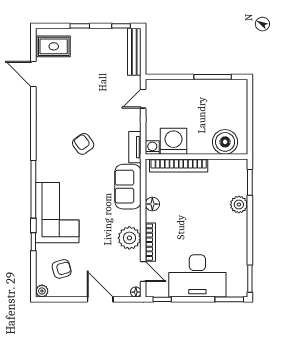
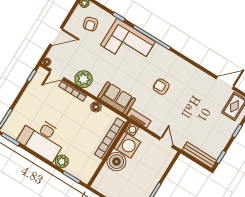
boiler: (225, 142) -> (116, 162), moved
armchair: (83, 144) -> (161, 87), turned -144
desk: (197, 276) -> (42, 138), moved, turned -90

